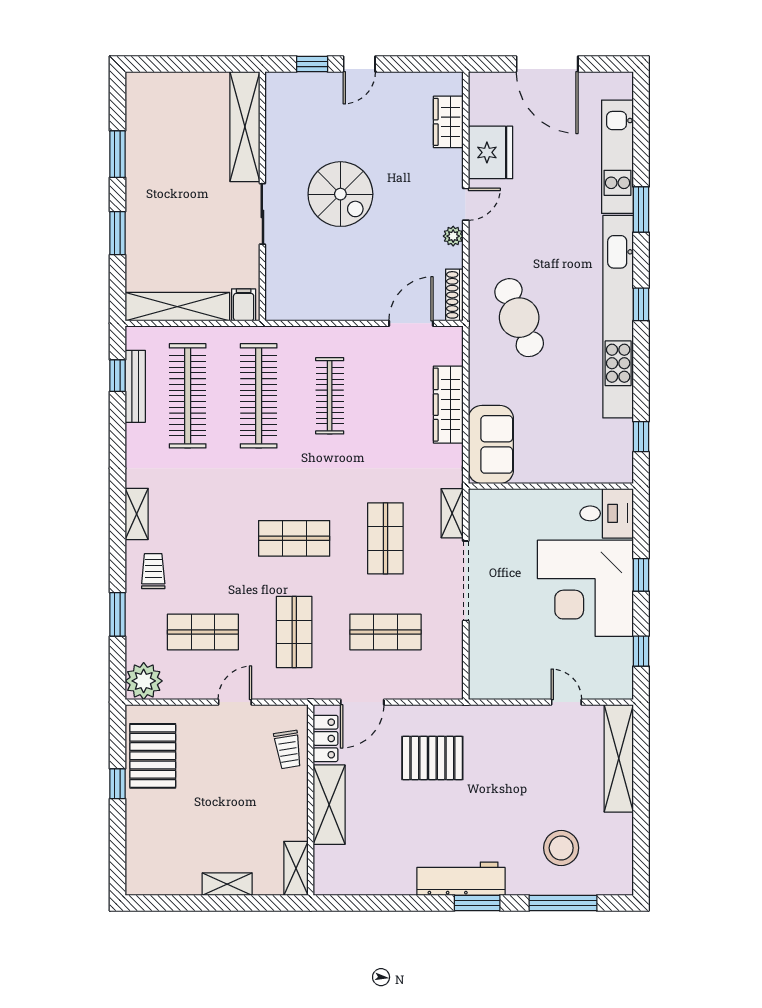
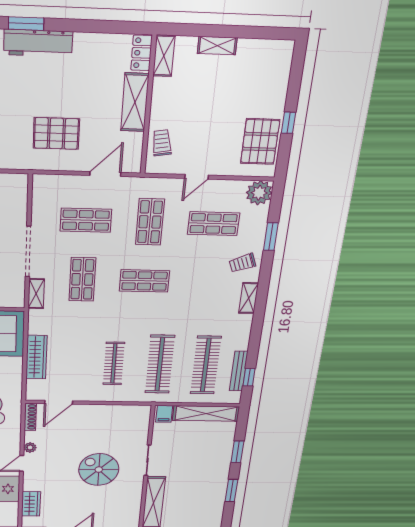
trolley: (153, 571) -> (242, 263), turned 69
locker: (326, 738) -> (142, 53), moved

